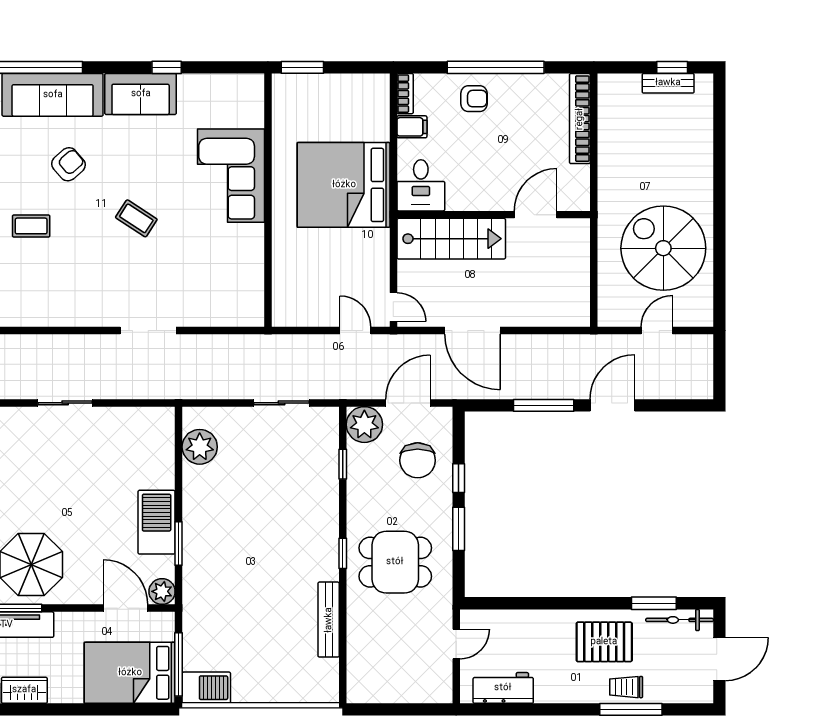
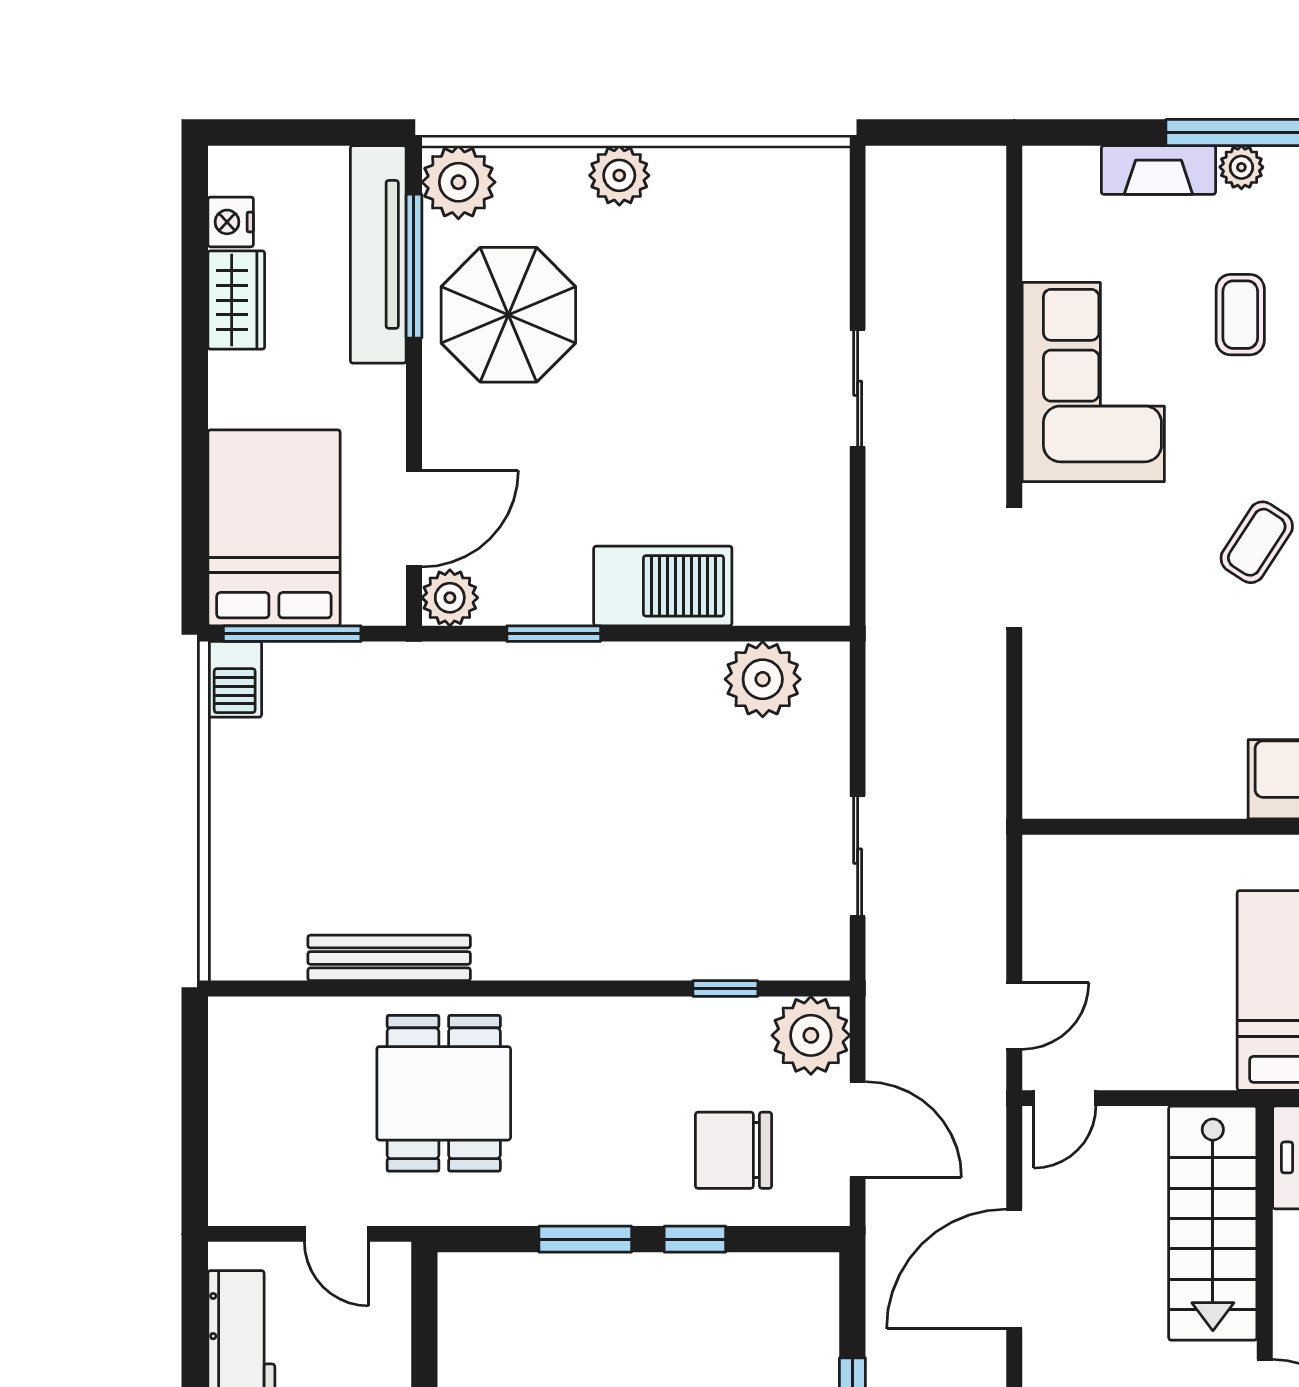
corner sofa: (62, 294) -> (1093, 382), added
barbecue: (157, 522) -> (663, 586), moved
window: (343, 553) -> (532, 989), removed
dining table: (395, 562) -> (444, 1093), moved
barbecue: (206, 688) -> (235, 679), width x0.73, depth x0.79

